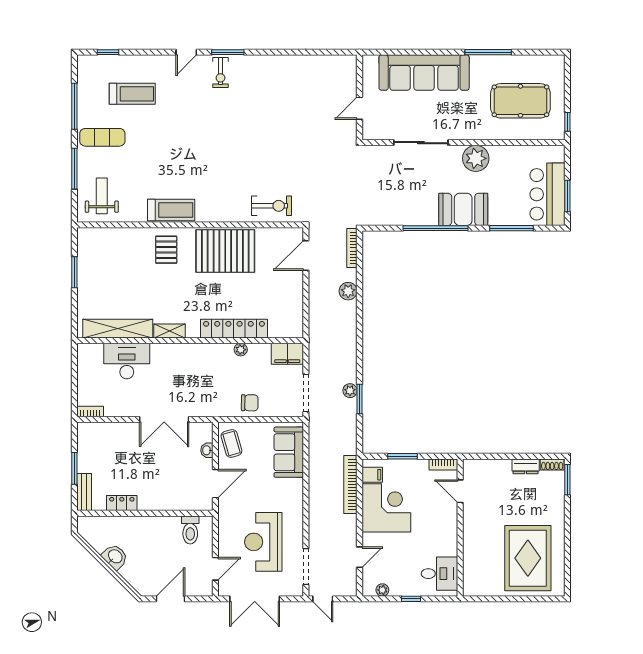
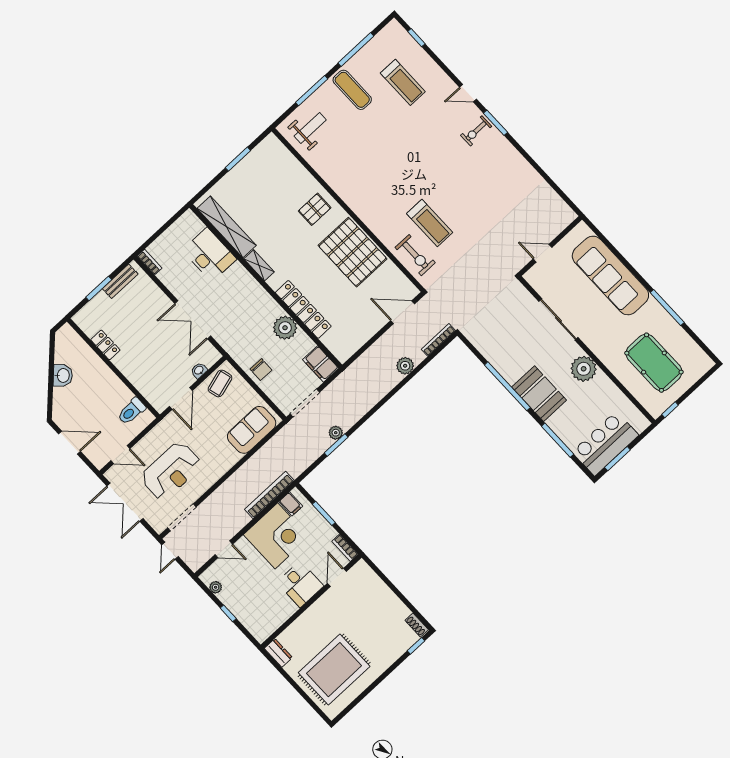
treadmill: (171, 210) -> (430, 223), moved
plant: (241, 350) -> (285, 328), width x1.88, depth x1.88
dresser: (526, 466) -> (278, 653), moved, turned 180
window: (567, 480) -> (416, 646), width x0.67
door: (215, 484) -> (181, 398), hinge flipped
bench: (84, 492) -> (120, 281), moved
reception desk: (263, 542) -> (171, 471), turned 180
desk: (439, 574) -> (300, 584), moved

